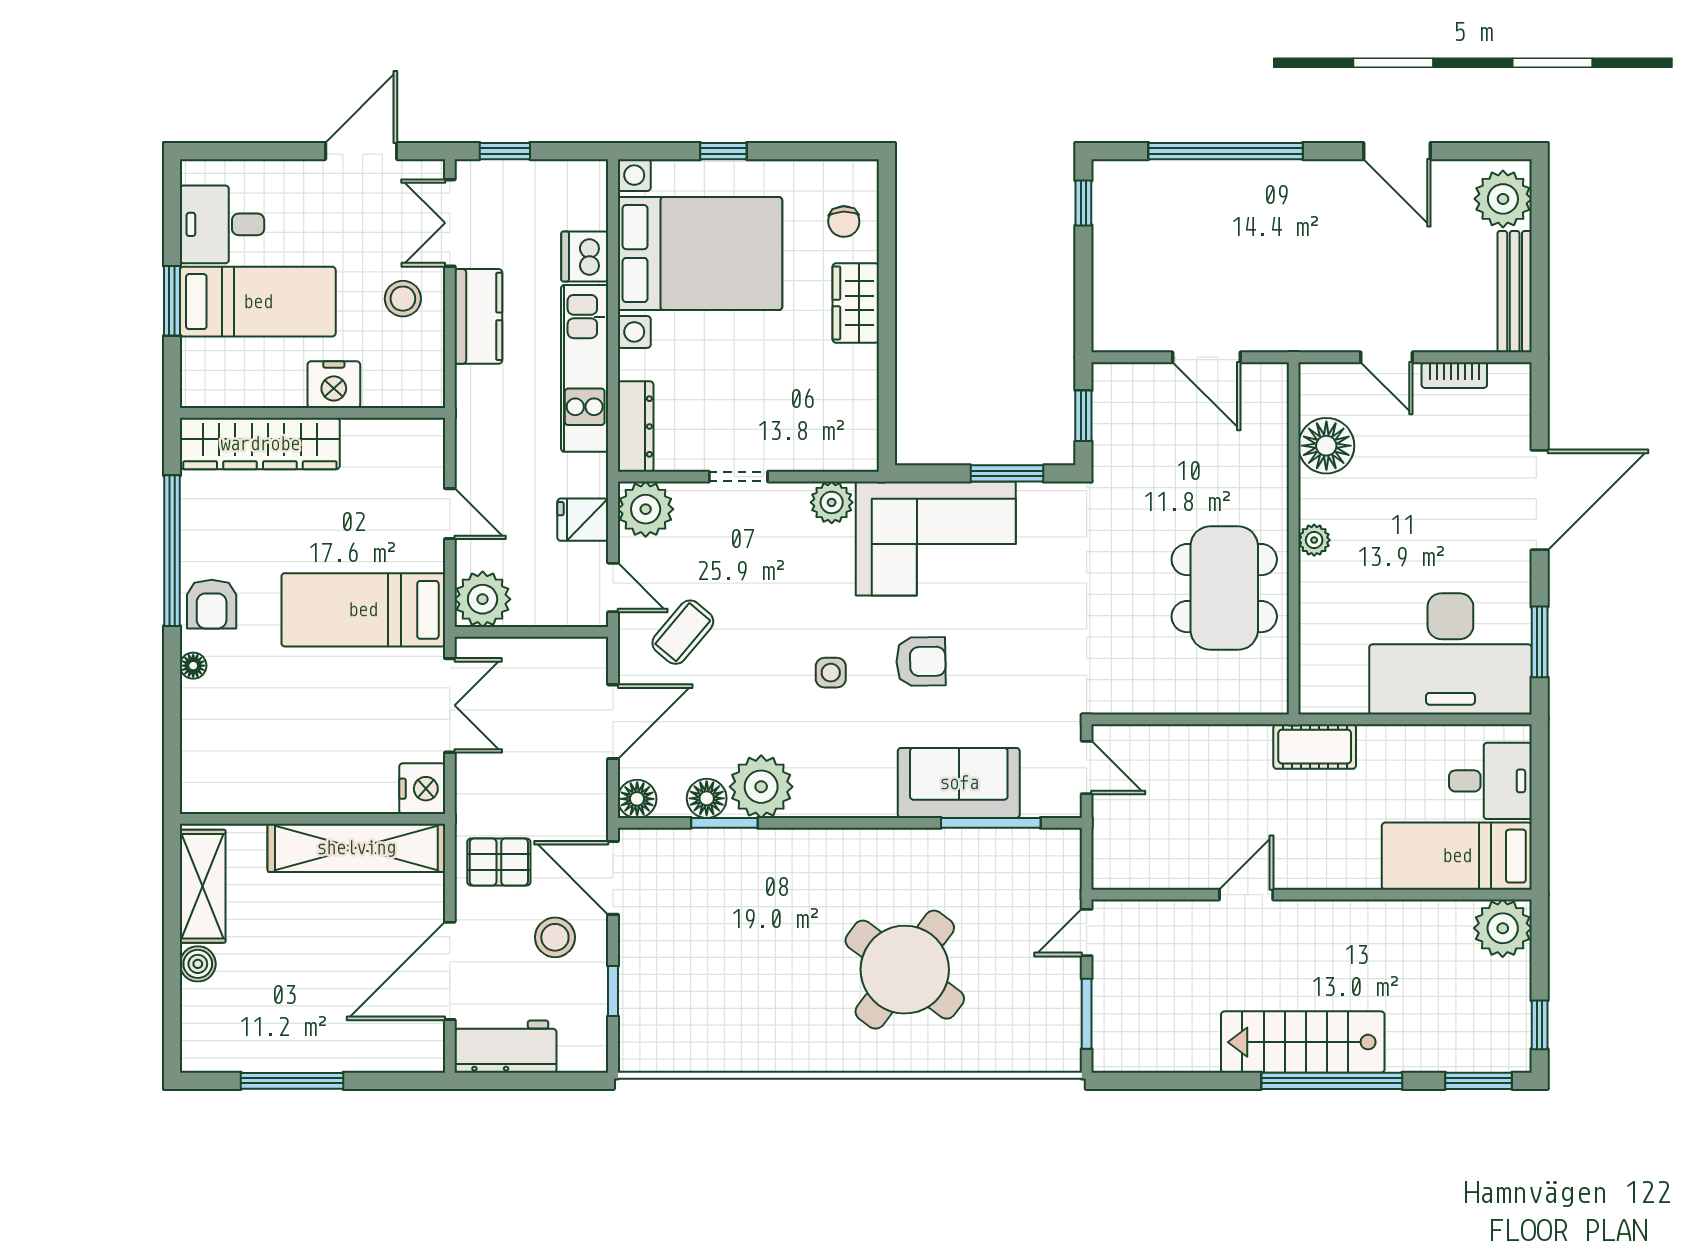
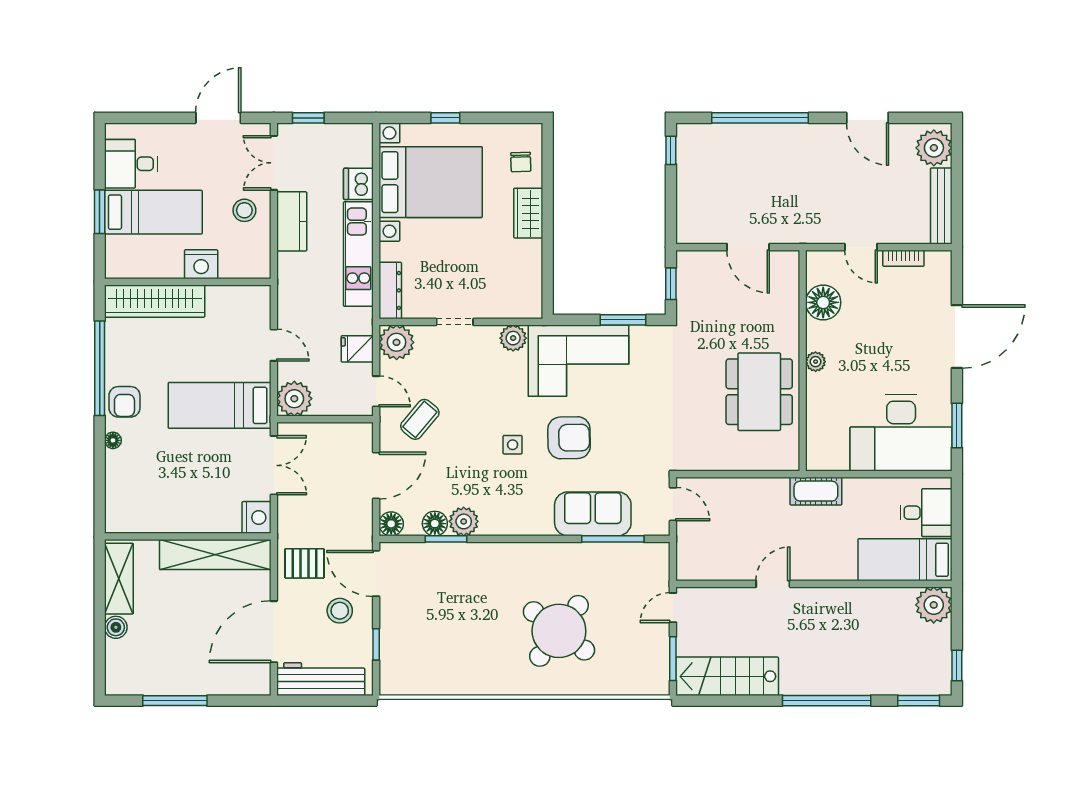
armchair: (921, 661) -> (569, 438), width x1.38, depth x1.38
plant: (761, 787) -> (464, 521), width x0.73, depth x0.73
stairs: (1303, 1042) -> (727, 676), moved
workbench: (505, 1047) -> (321, 679), width x1.38

